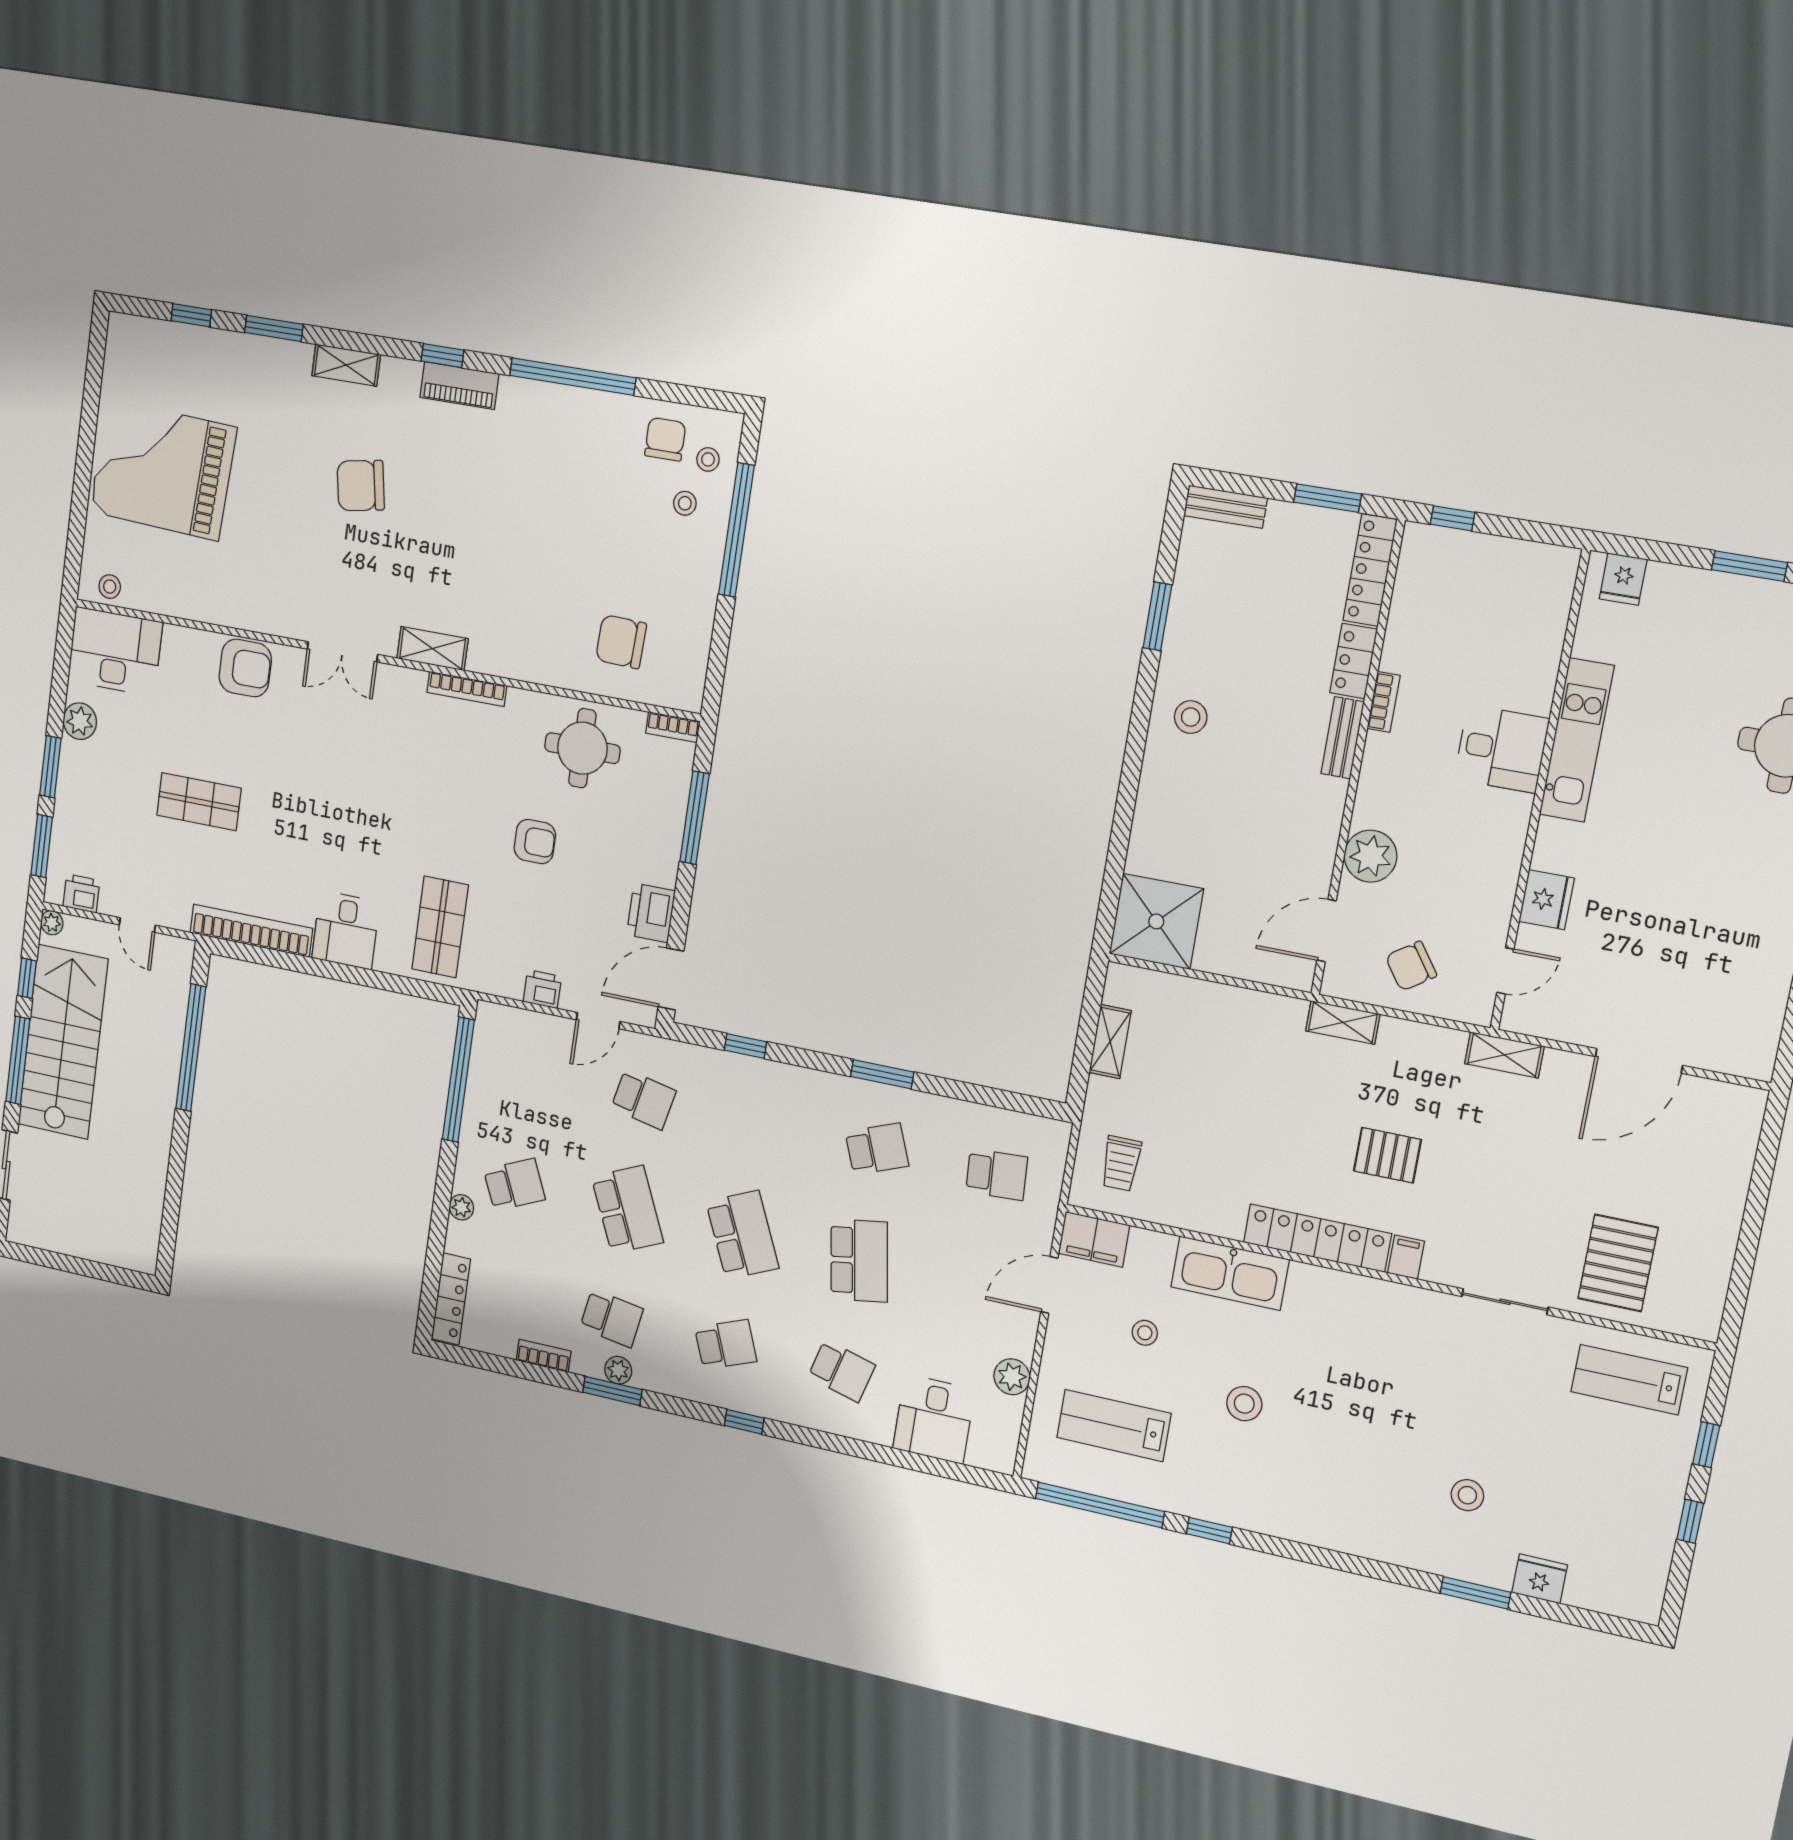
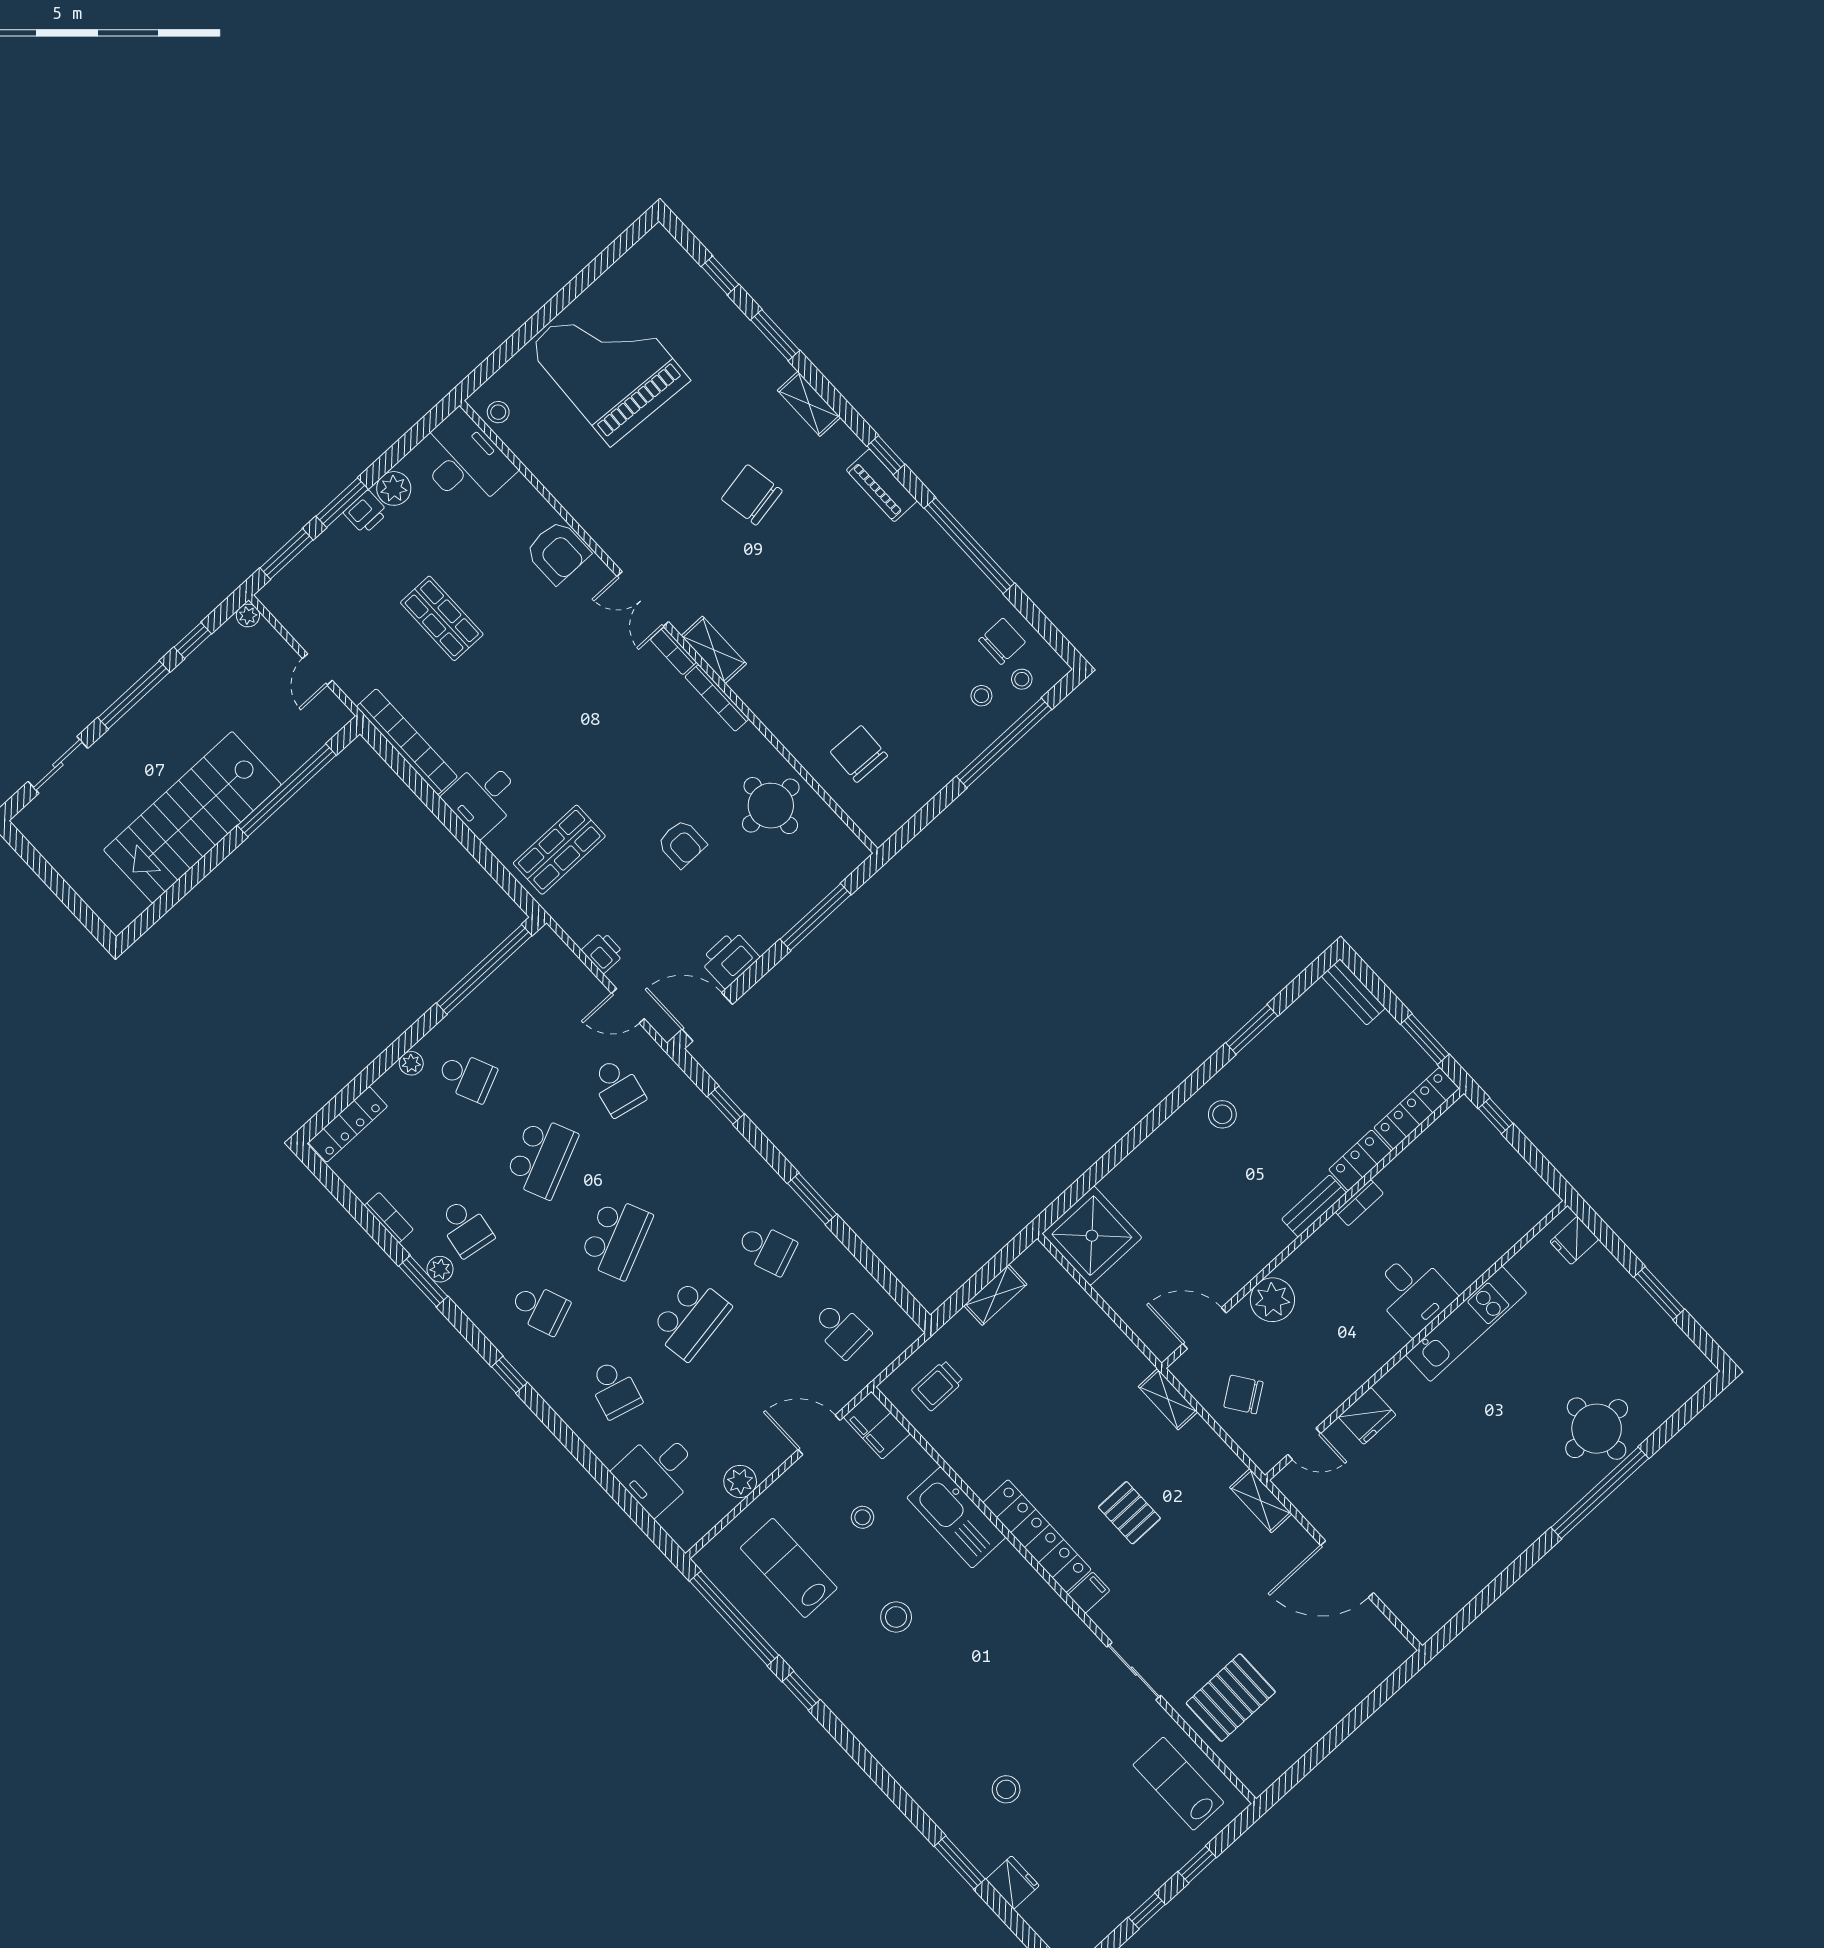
bookcase: (673, 727) -> (673, 651), moved
printer: (81, 893) -> (366, 512), moved, turned 90
stairs: (63, 1042) -> (192, 817), moved, turned 180

